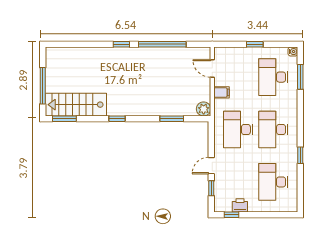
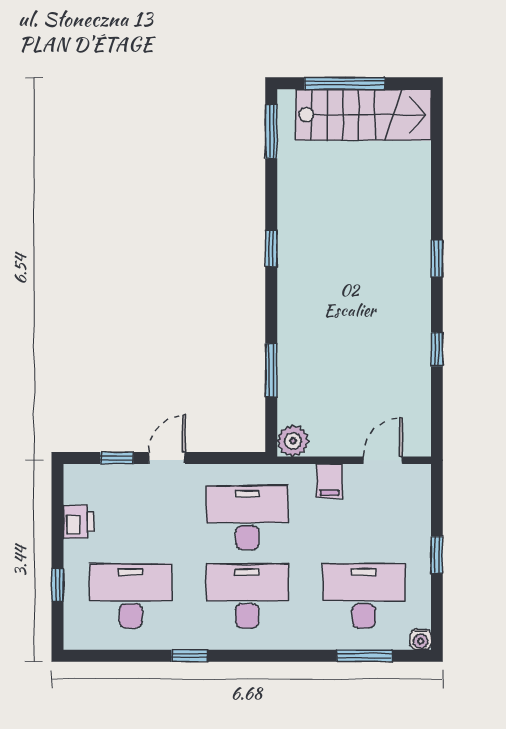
window: (162, 44) -> (437, 349), width x0.32
stairs: (76, 105) -> (363, 115), moved, turned 90
door: (211, 166) -> (167, 458), hinge flipped
window: (231, 215) -> (58, 585), moved

